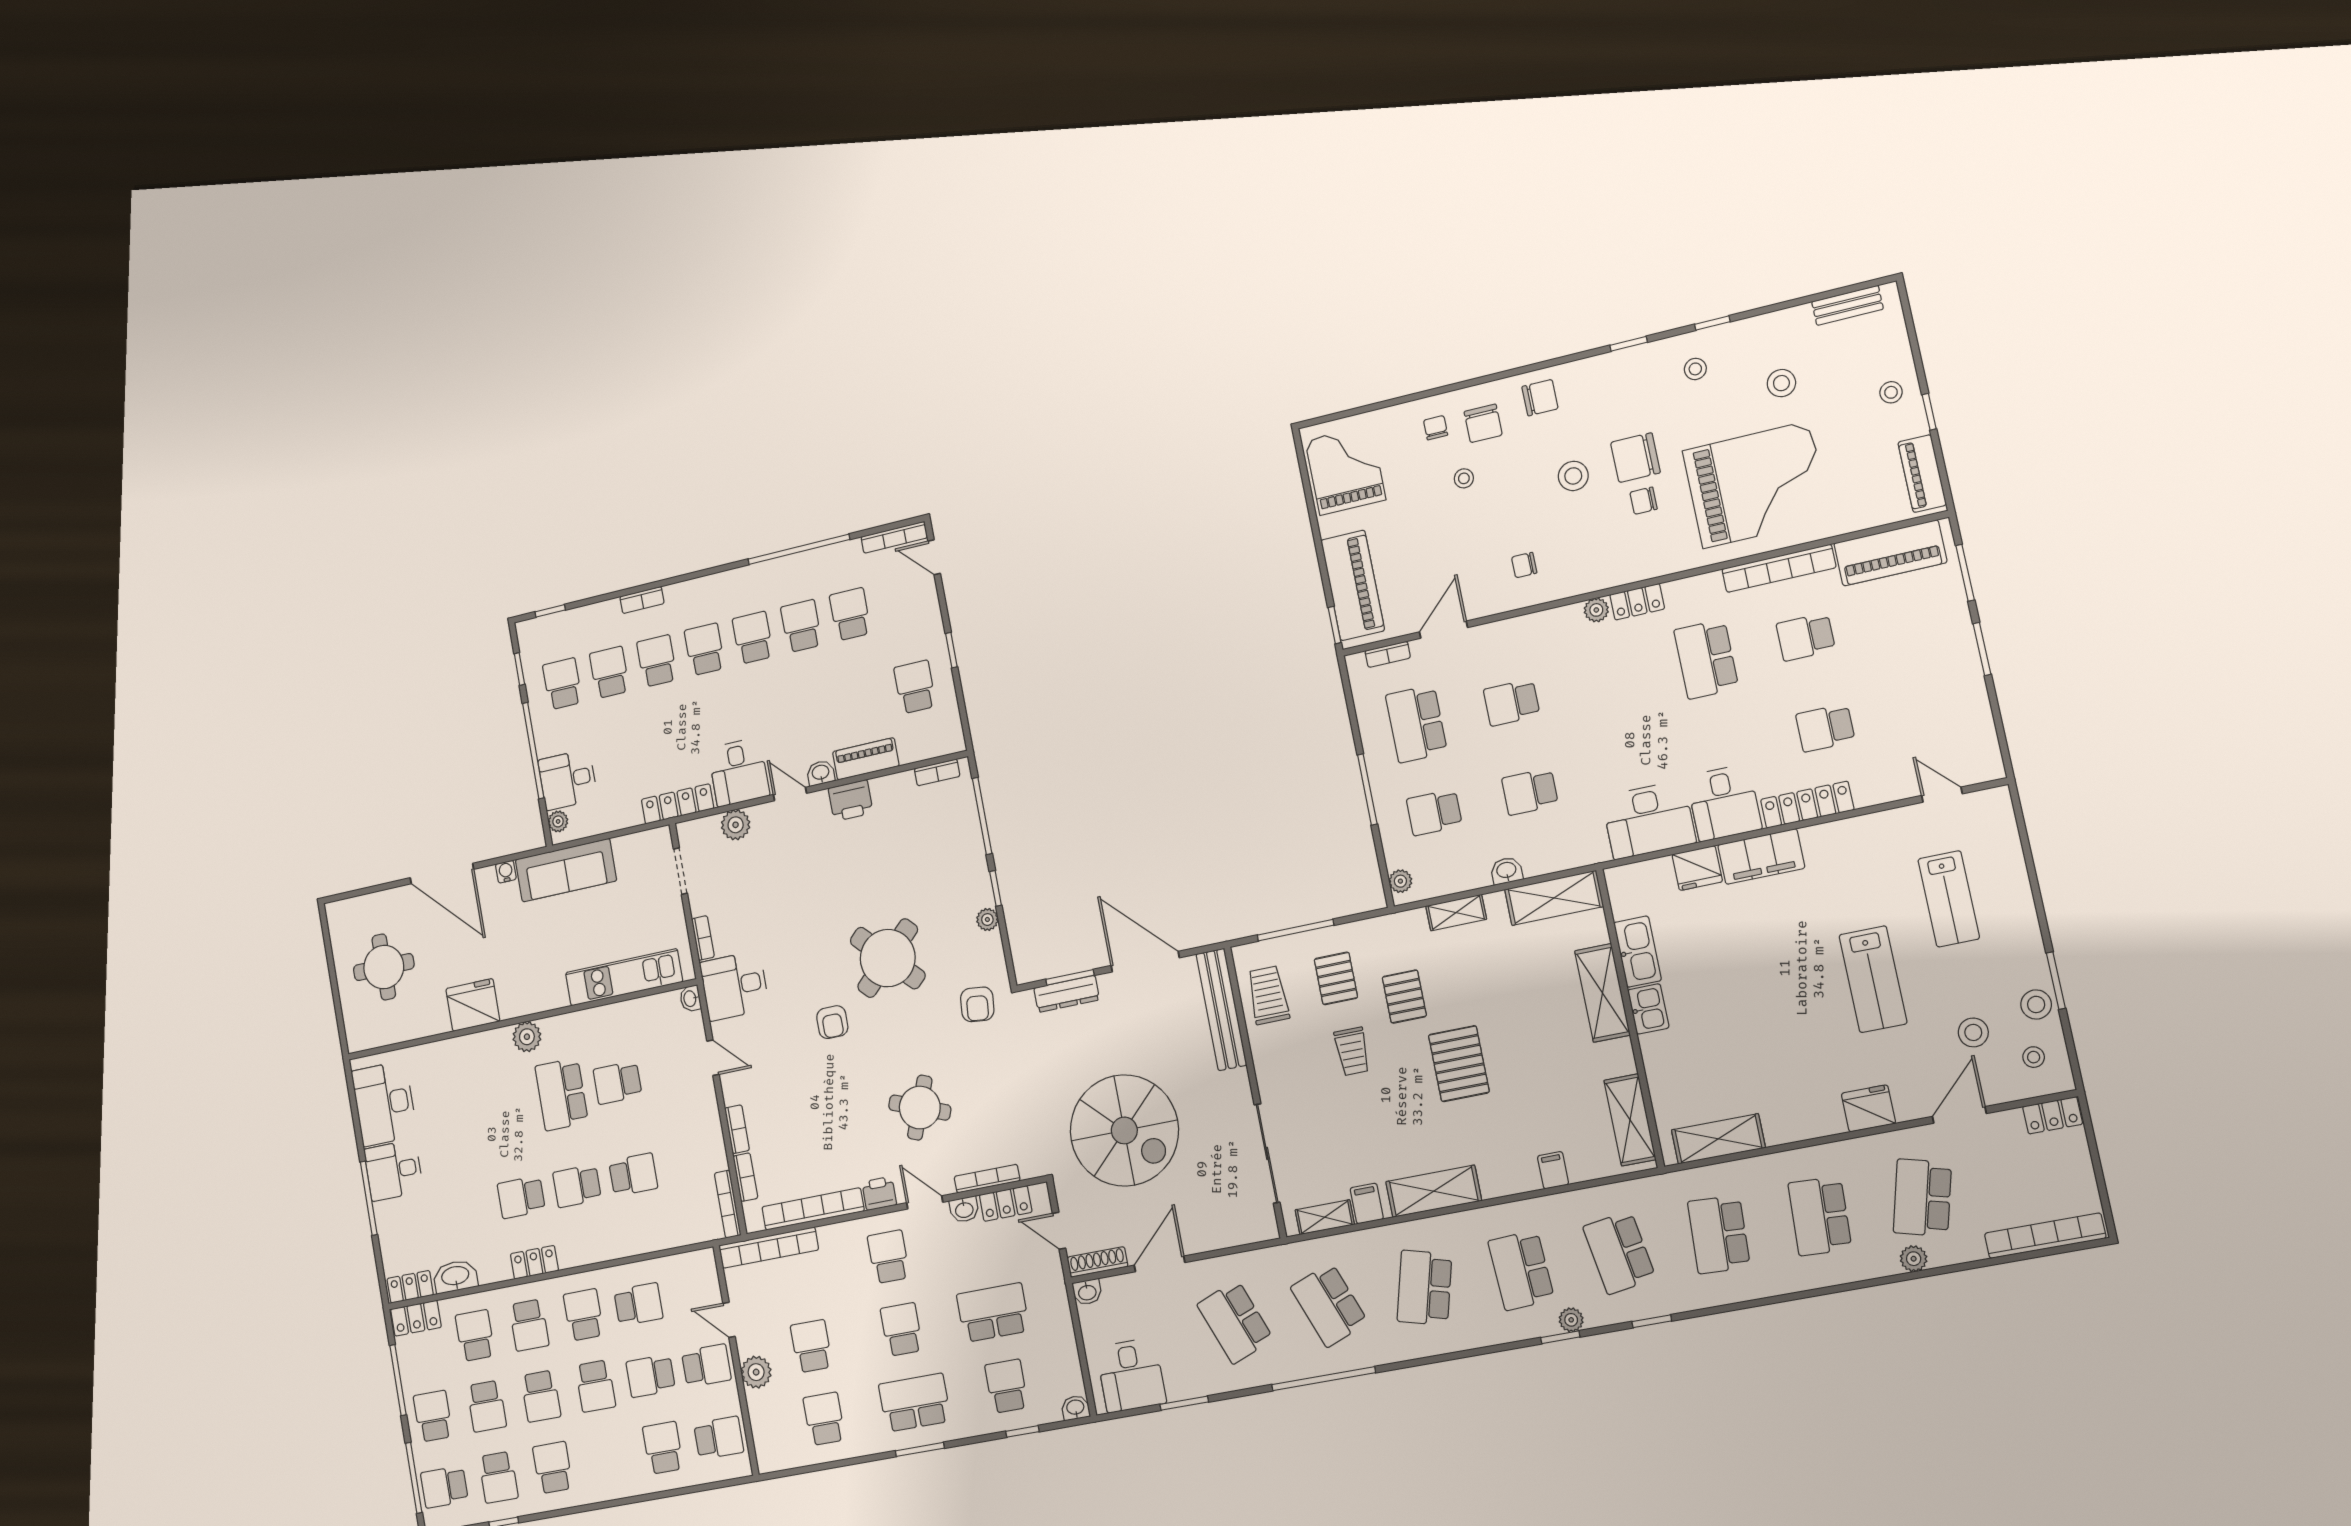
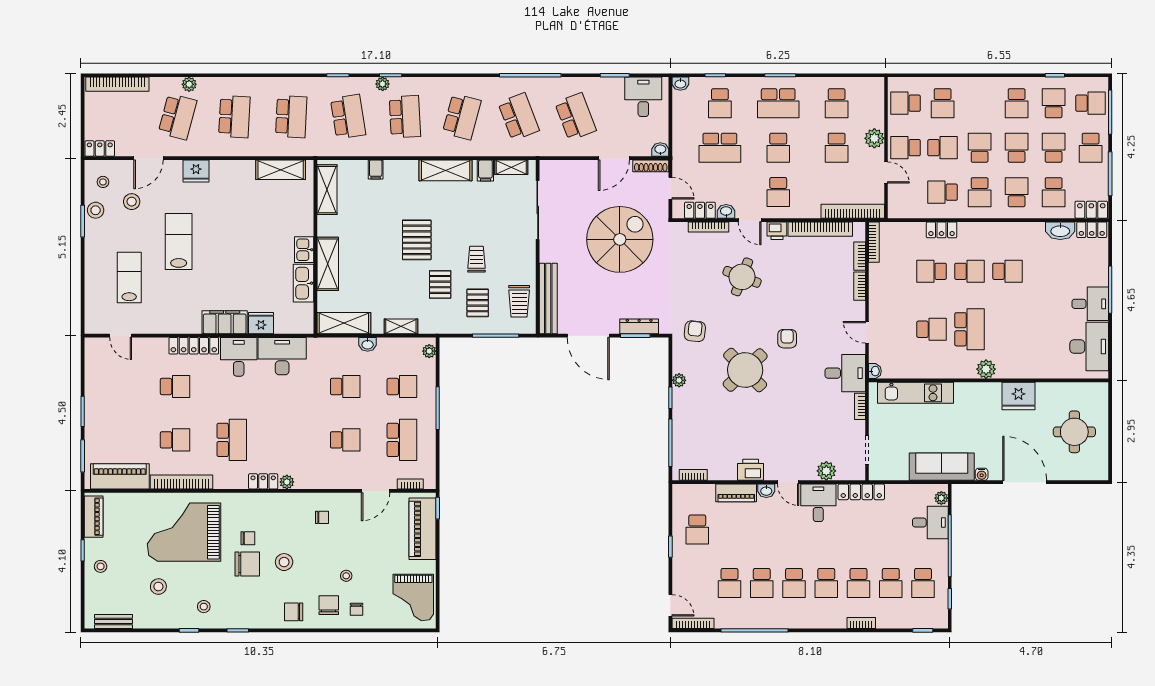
spiral stairs: (1124, 1130) -> (620, 239), turned 90
locker: (534, 1262) -> (942, 230), moved

